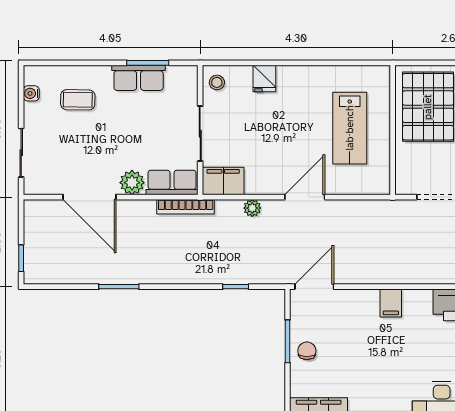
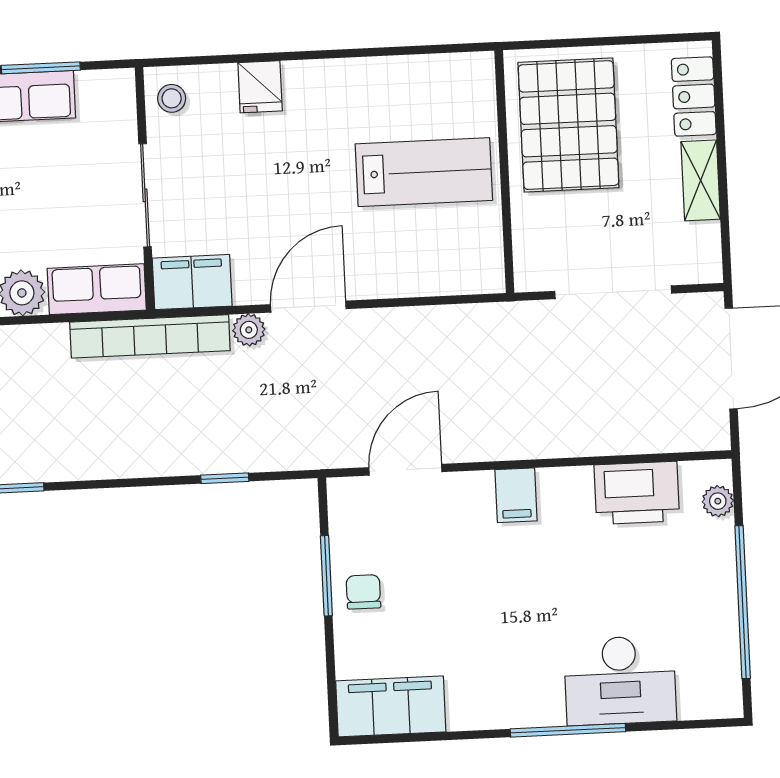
lab bench: (350, 128) -> (424, 172), turned -90
door: (305, 197) -> (308, 307), moved
bookcase: (186, 207) -> (150, 336), width x1.48, depth x1.31
door: (314, 287) -> (405, 470), moved

